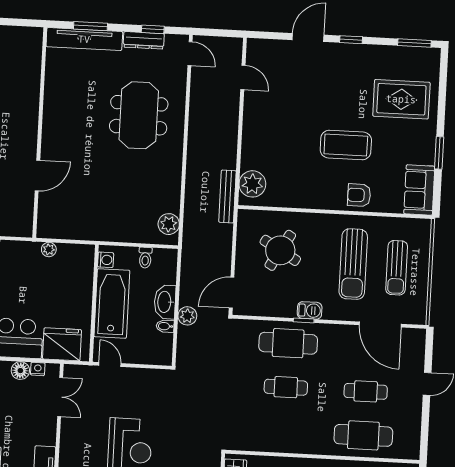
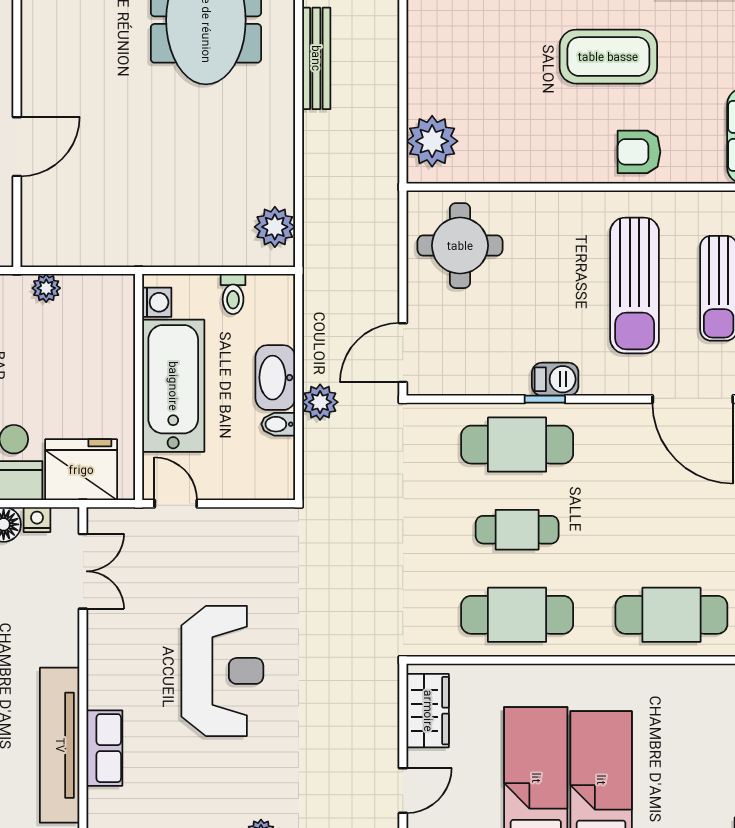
bench: (227, 196) -> (316, 58), moved
round table: (280, 250) -> (460, 246), moved, turned -30
cafe table: (366, 391) -> (517, 615), moved, width x1.37, depth x1.35

